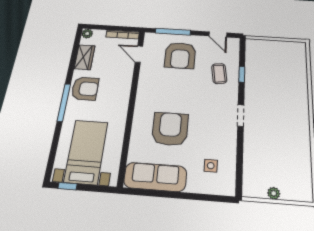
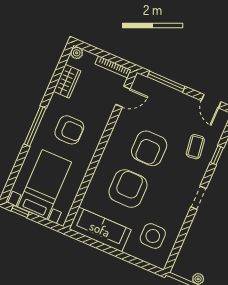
door: (139, 54) -> (123, 97), swing flipped
armchair: (180, 55) -> (149, 148), moved
armchair: (85, 89) -> (69, 130), moved
side table: (211, 166) -> (153, 236), width x1.87, depth x1.87

